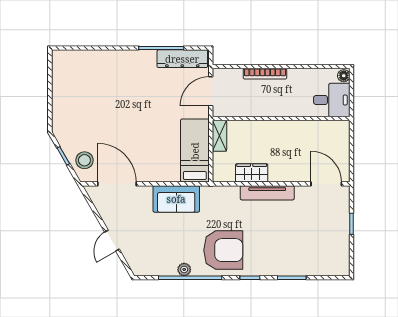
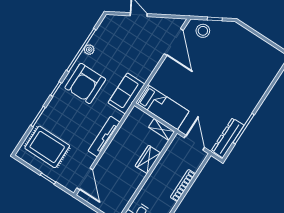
wardrobe: (252, 173) -> (148, 159), moved, turned 180
door: (117, 184) -> (174, 42), hinge flipped
door: (326, 184) -> (85, 179), hinge flipped
sofa: (176, 199) -> (126, 93), moved
rug: (318, 247) -> (47, 147), added

